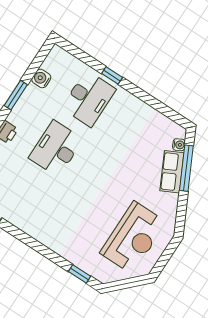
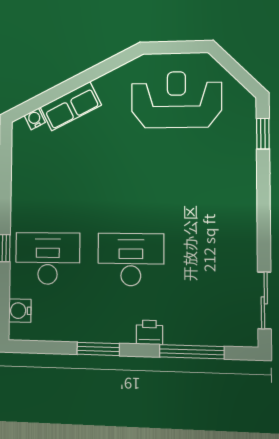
water cooler: (41, 78) -> (20, 311), moved, turned 90
desk: (56, 149) -> (131, 260), turned 180
window: (186, 168) -> (56, 93), removed

